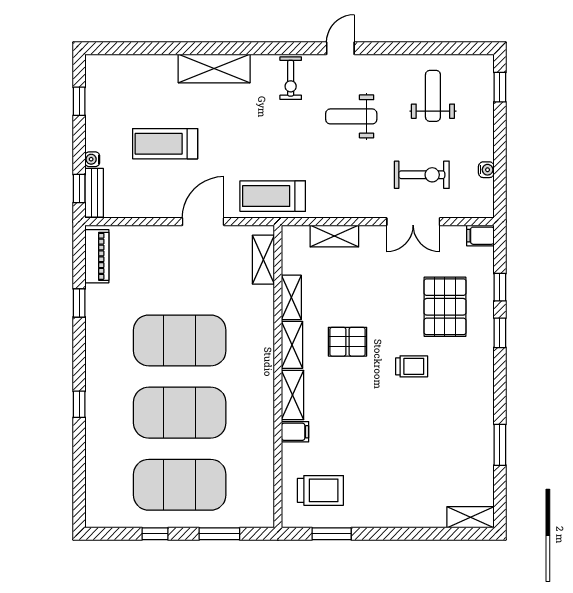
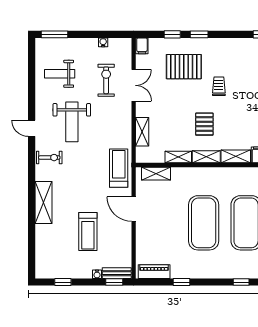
window: (500, 87) -> (55, 34), width x1.50
weight bench: (351, 116) -> (72, 122), width x1.36, depth x1.33
treadmill: (273, 196) -> (119, 168), turned 180

